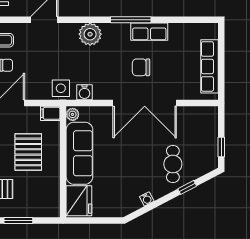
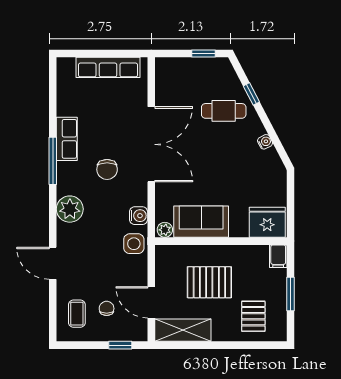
chair: (141, 67) -> (107, 169), moved
filing cabinet: (50, 113) -> (278, 256), moved
sofa: (79, 153) -> (201, 222), width x0.73

